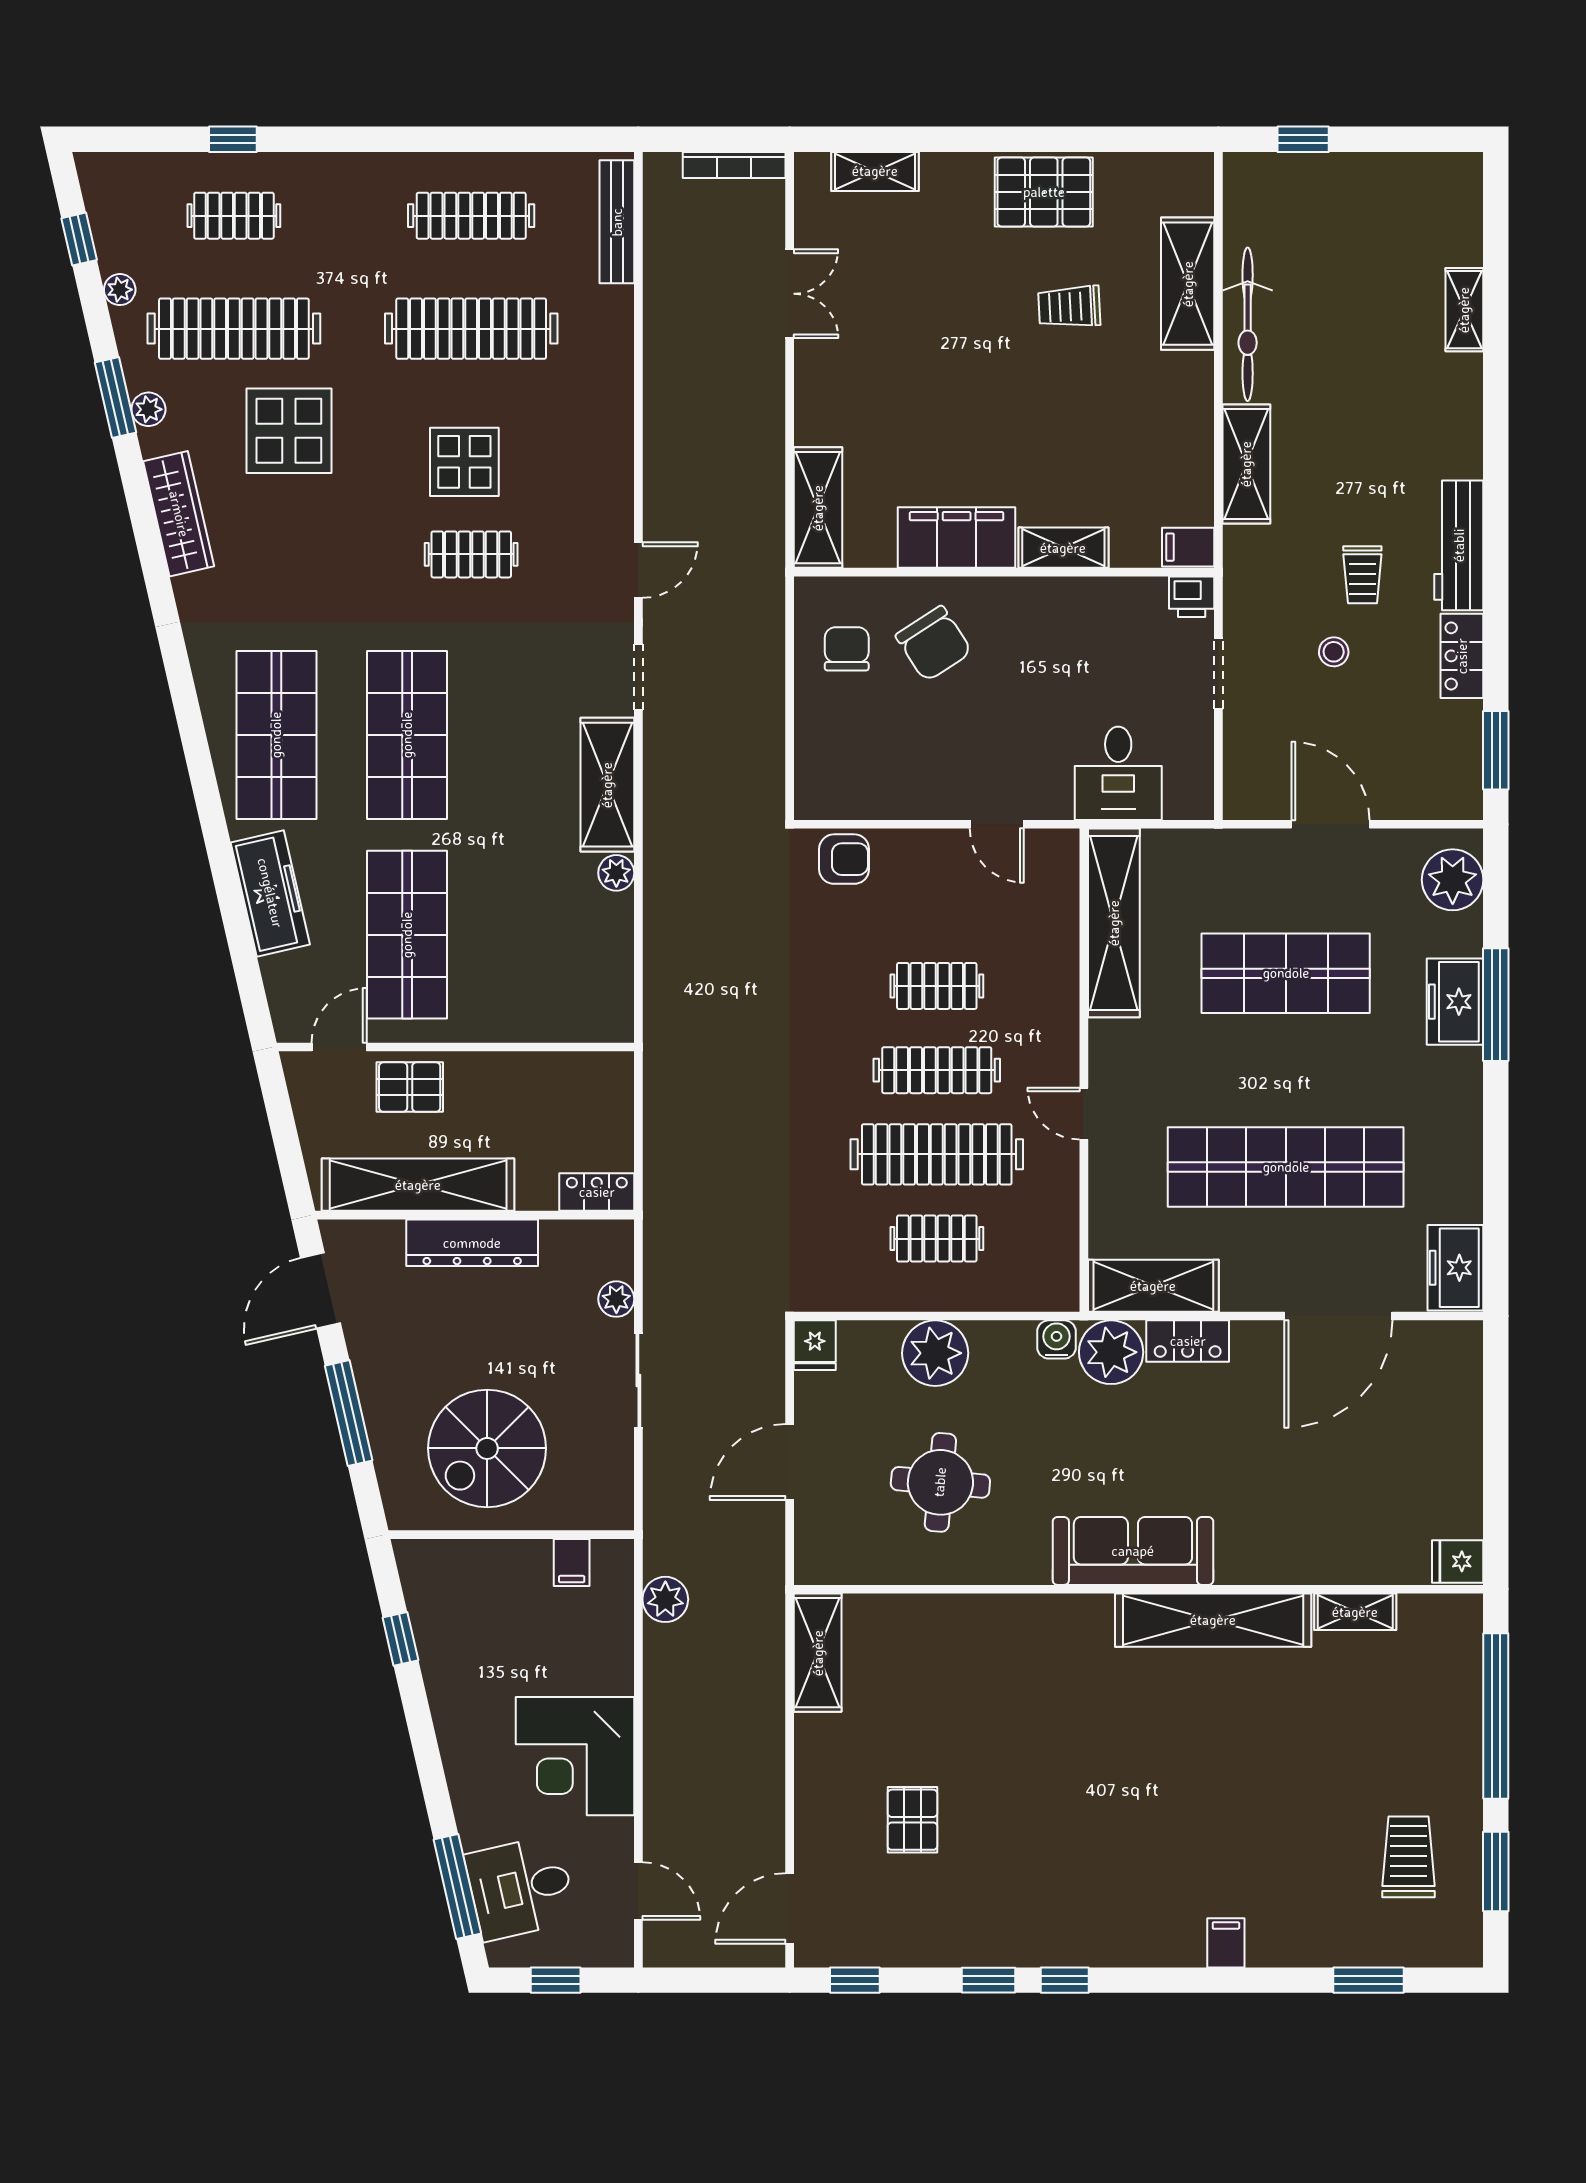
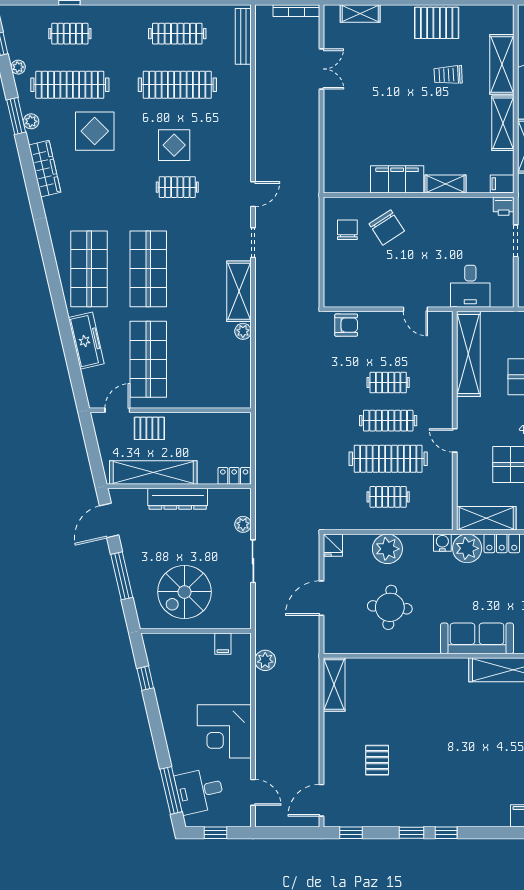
shelving: (818, 508) -> (503, 123), moved

